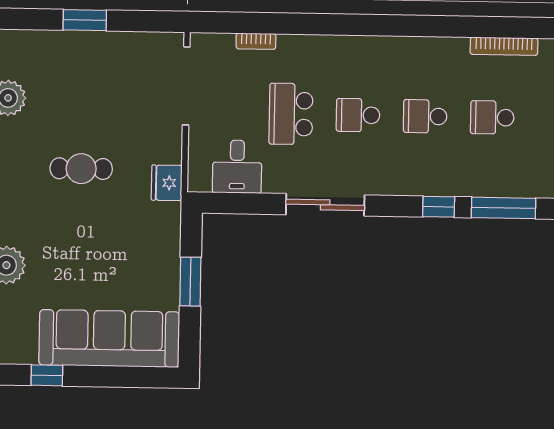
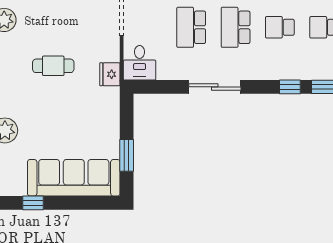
school desk: (358, 115) -> (236, 27), width x1.85
desk: (237, 167) -> (140, 63), moved
window: (190, 282) -> (127, 155), moved

